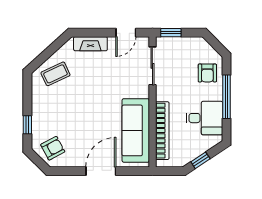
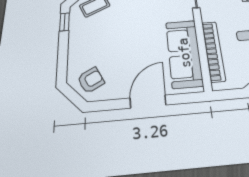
window: (27, 125) -> (65, 22), moved

